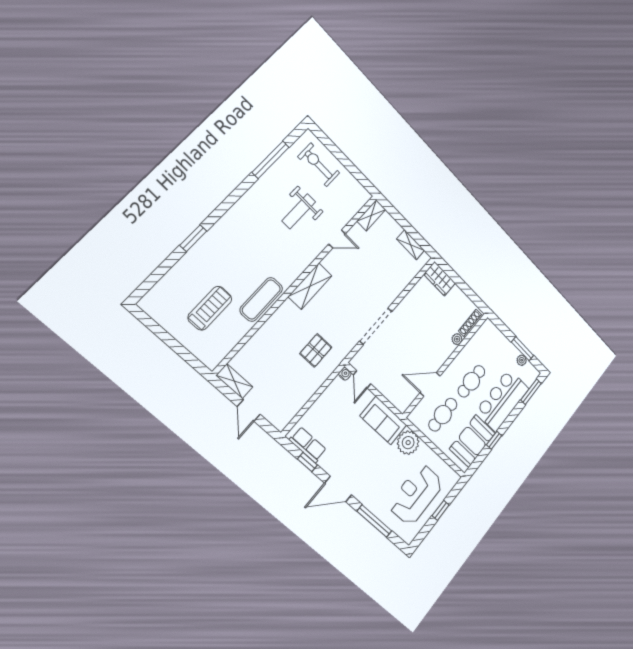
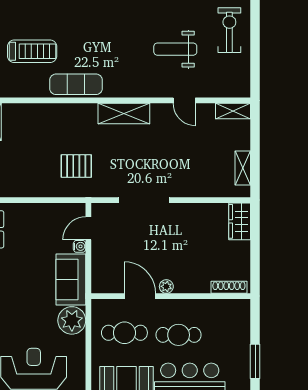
plant: (457, 339) -> (166, 286), moved
plant: (522, 360) -> (244, 370), removed
water cooler: (345, 374) -> (80, 246), moved

